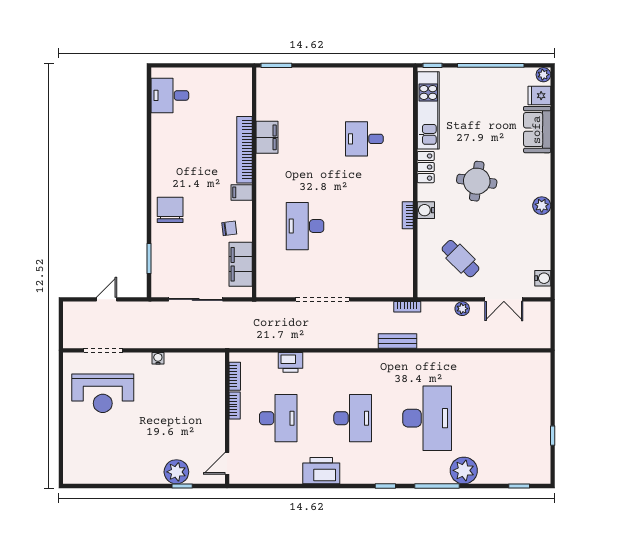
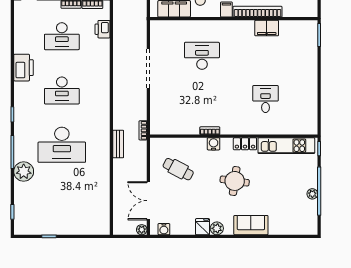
plant: (543, 75) -> (312, 194), moved
fridge: (539, 96) -> (203, 227), moved
sofa: (537, 130) -> (251, 225), moved
cafe table: (461, 259) -> (178, 169), turned 73
double door: (504, 299) -> (148, 201), width x1.37
plant: (462, 309) -> (142, 230), moved
bench: (397, 341) -> (118, 144), moved
printer: (290, 362) -> (102, 29), moved

